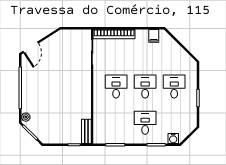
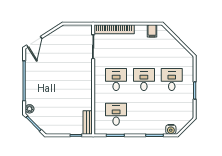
desk: (145, 123) -> (116, 114), moved

